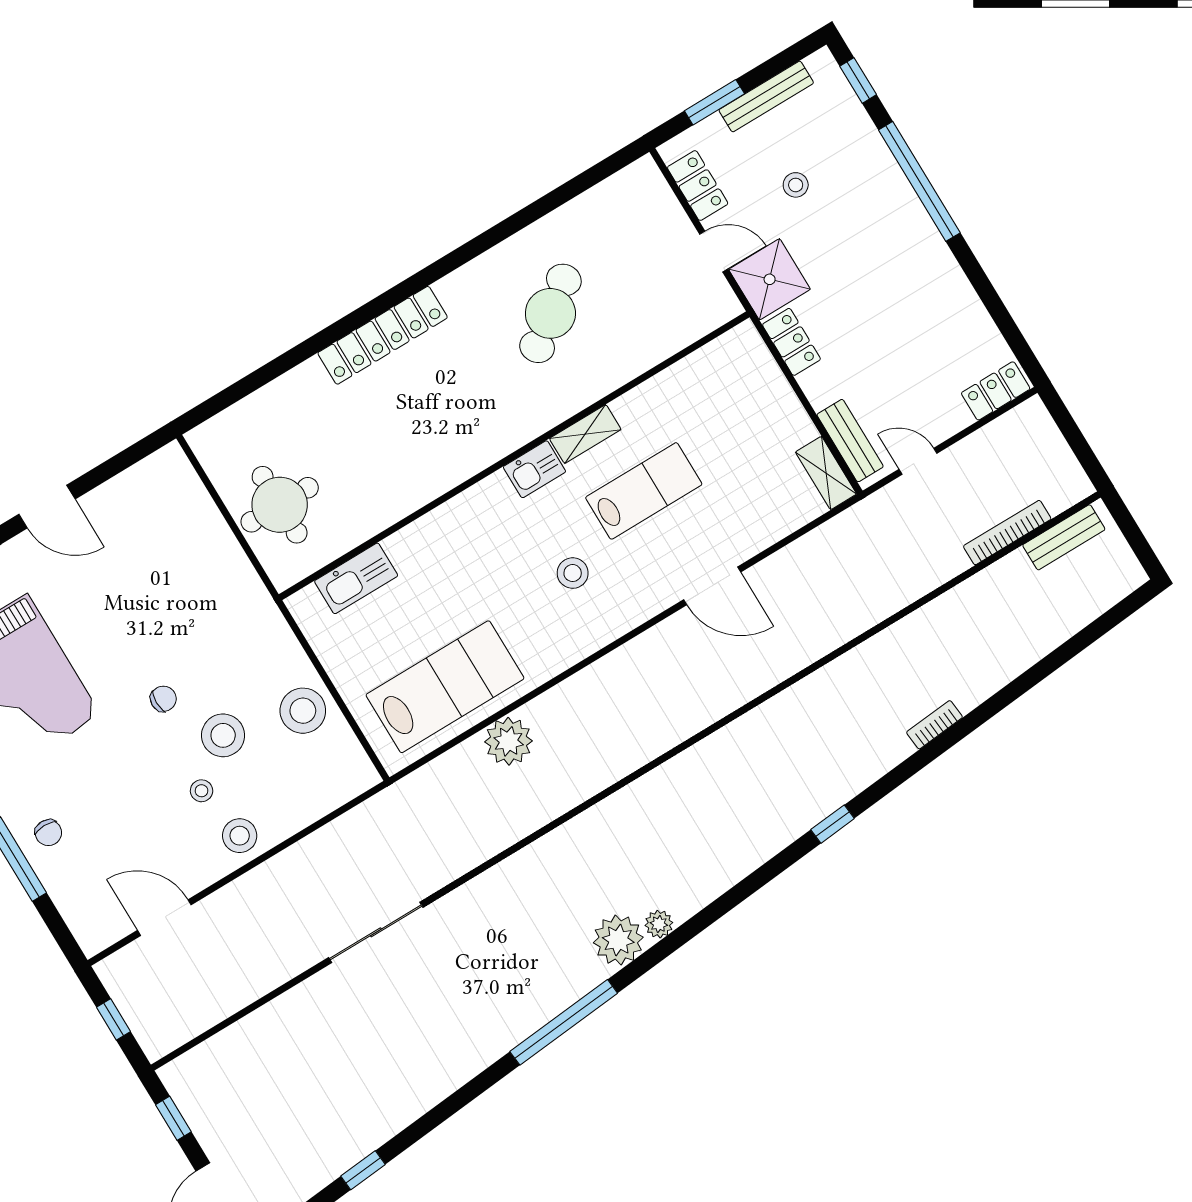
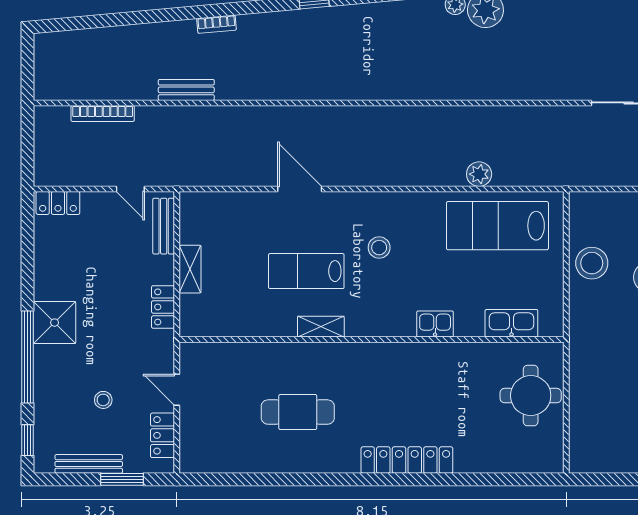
shower: (770, 279) -> (55, 323), moved
cafe table: (550, 313) -> (298, 412), turned 37
kitchen sink: (534, 469) -> (435, 324), moved
shelving: (826, 473) -> (190, 269), moved
bench: (1064, 537) -> (186, 90), moved
plant: (509, 741) -> (479, 174), width x0.73, depth x0.73

